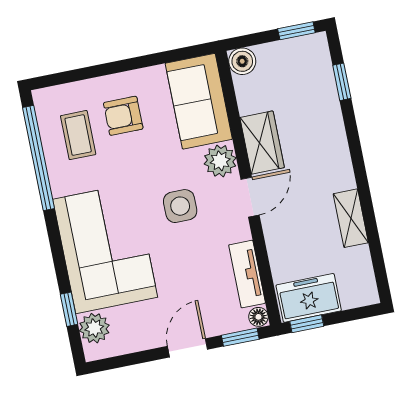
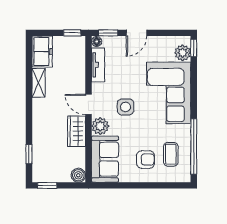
door: (250, 197) -> (88, 104), hinge flipped
freezer: (309, 298) -> (42, 52), moved, turned -90
window: (69, 309) -> (194, 48), moved

